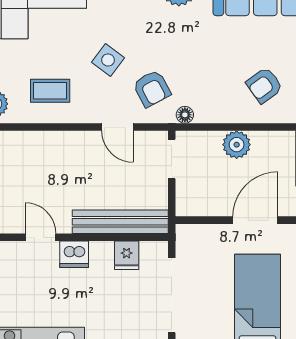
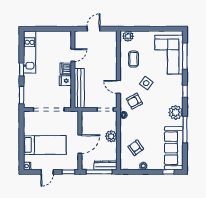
door: (117, 127) -> (118, 87), hinge flipped
door: (255, 220) -> (80, 144), hinge flipped
fridge: (127, 255) -> (65, 81), moved

